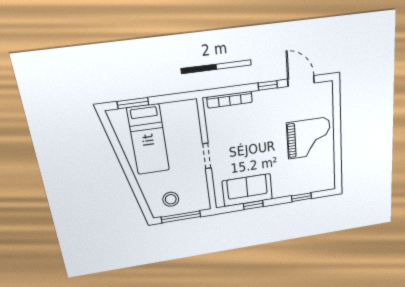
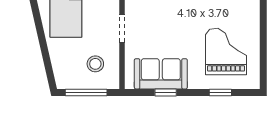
grand piano: (309, 138) -> (226, 52), moved, turned -90
stool: (171, 199) -> (95, 64), moved

